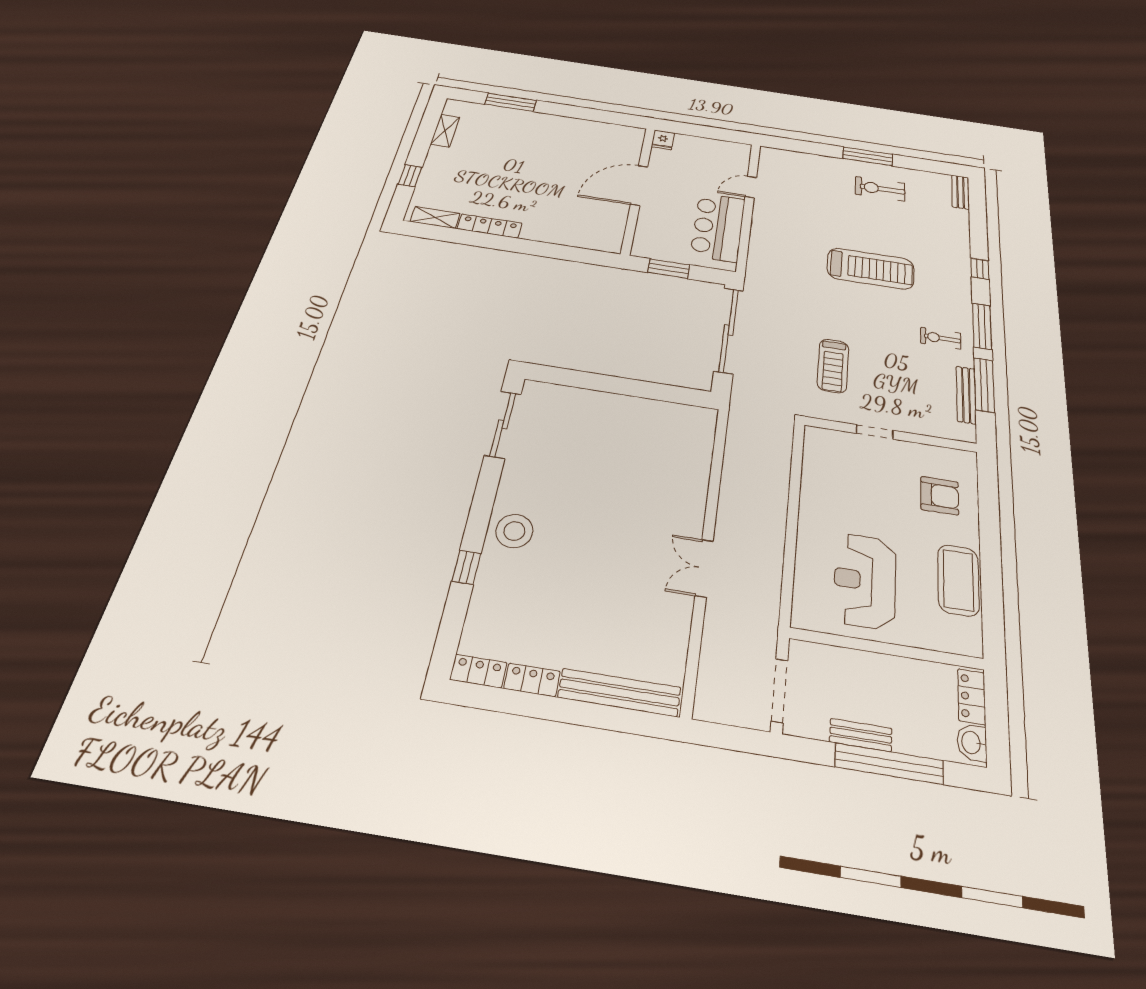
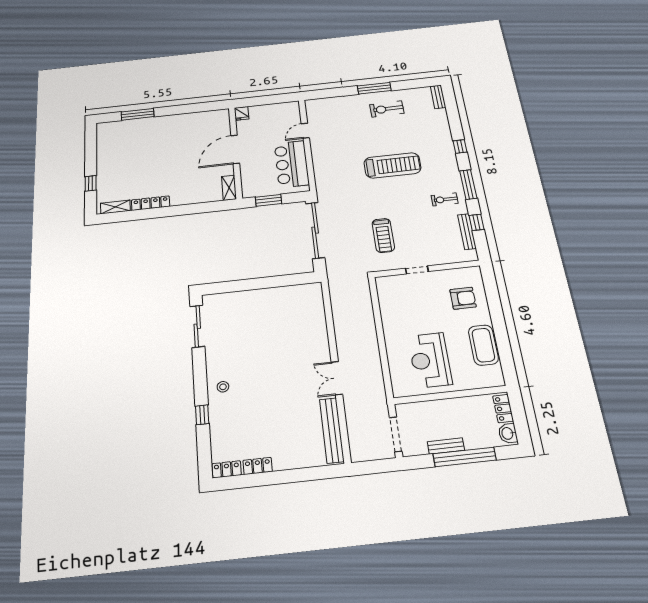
shelving: (445, 131) -> (229, 188), moved
window: (984, 385) -> (477, 222), width x0.46
stool: (514, 531) -> (223, 387), width x0.53, depth x0.53
bench: (619, 692) -> (332, 430), moved, turned 90

